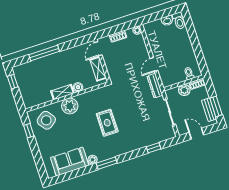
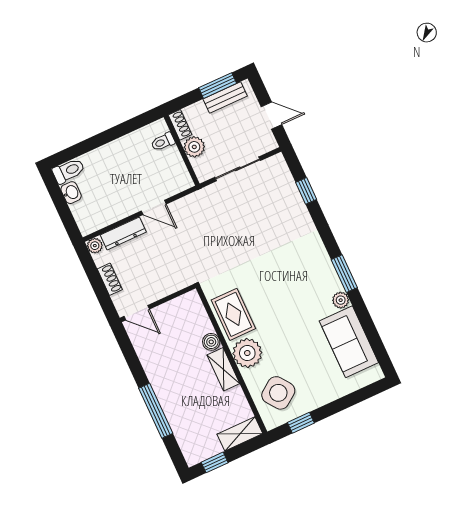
shelving: (98, 69) -> (240, 434), moved
dresser: (155, 86) -> (123, 234), moved
rug: (107, 123) -> (233, 314), moved, turned 90
door: (196, 134) -> (272, 116), swing flipped

